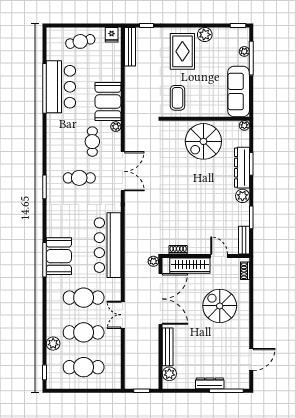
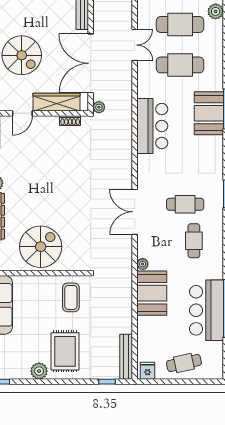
cafe table: (92, 142) -> (194, 241), moved
bar counter: (108, 245) -> (152, 126), width x0.73
door: (219, 256) -> (22, 113), hinge flipped

